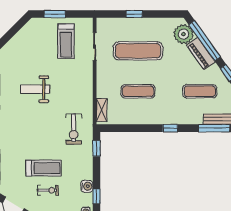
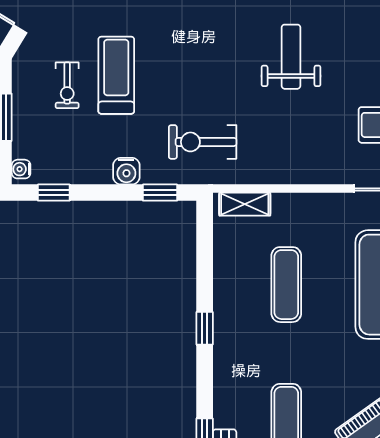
window: (170, 128) -> (205, 328), moved
treadmill: (43, 168) -> (116, 75), turned 180
water cooler: (87, 186) -> (126, 171), moved

